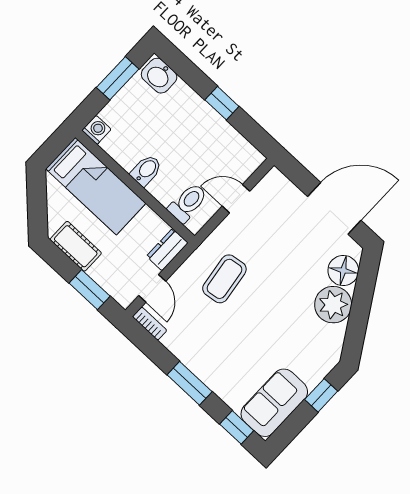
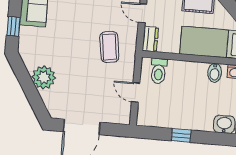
bidet: (146, 170) -> (215, 73), moved
door: (236, 199) -> (136, 92), swing flipped
floor lamp: (343, 270) -> (52, 99), removed

